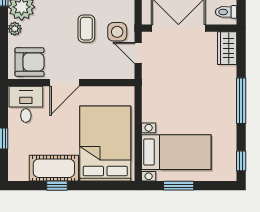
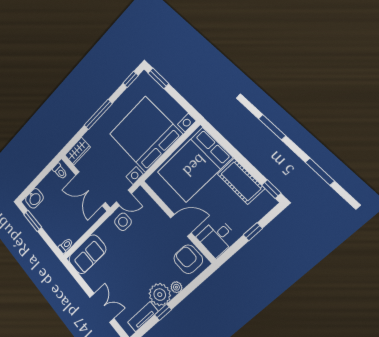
coffee table: (86, 29) -> (137, 242), removed
door: (138, 53) -> (124, 198), hinge flipped
bed with nightstands: (176, 152) -> (145, 134), width x1.85
window: (57, 186) -> (271, 189), moved
window: (179, 186) -> (158, 78), moved

